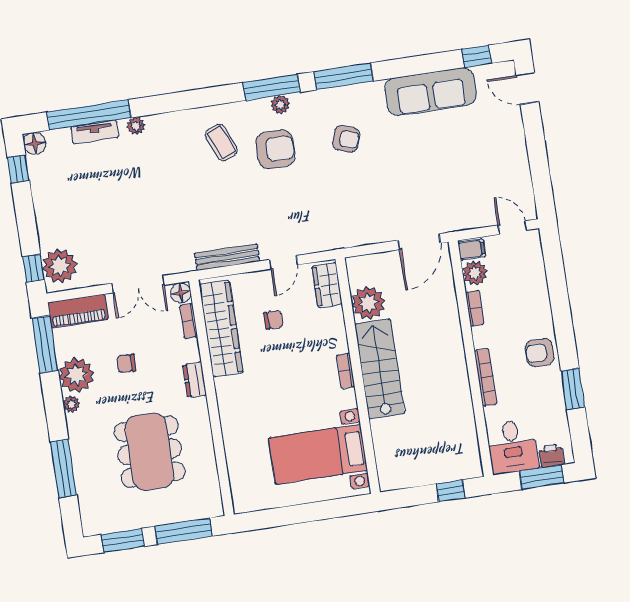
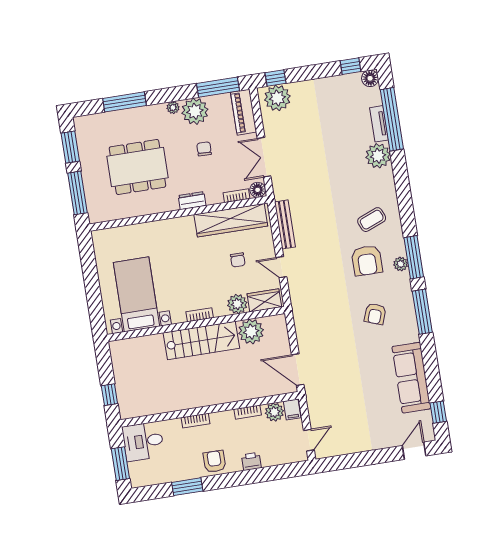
plant: (136, 126) -> (378, 156), width x1.88, depth x1.88
plant: (332, 321) -> (237, 304), added
bookcase: (486, 377) -> (195, 421), width x0.64
printer: (551, 456) -> (251, 461), moved, turned -90

